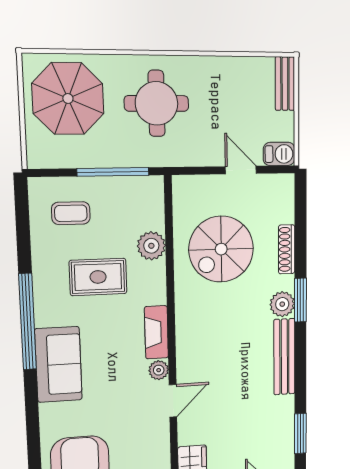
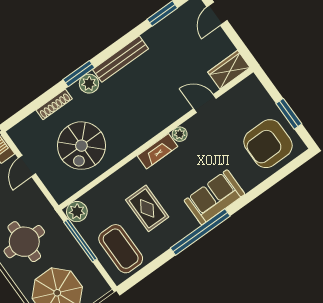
coffee table: (71, 213) -> (121, 249), width x1.86, depth x1.72
plant: (151, 246) -> (77, 212), moved
spiral stairs: (221, 249) -> (81, 146), turned 90
door: (173, 401) -> (205, 104), moved

